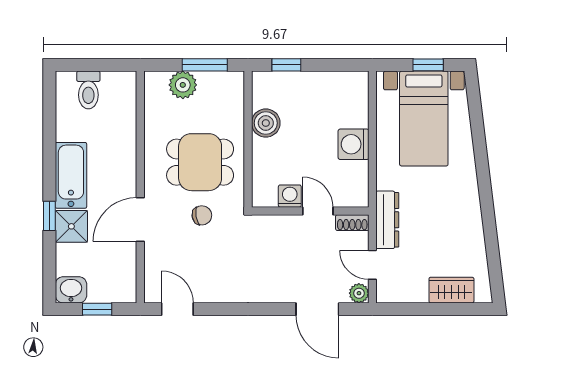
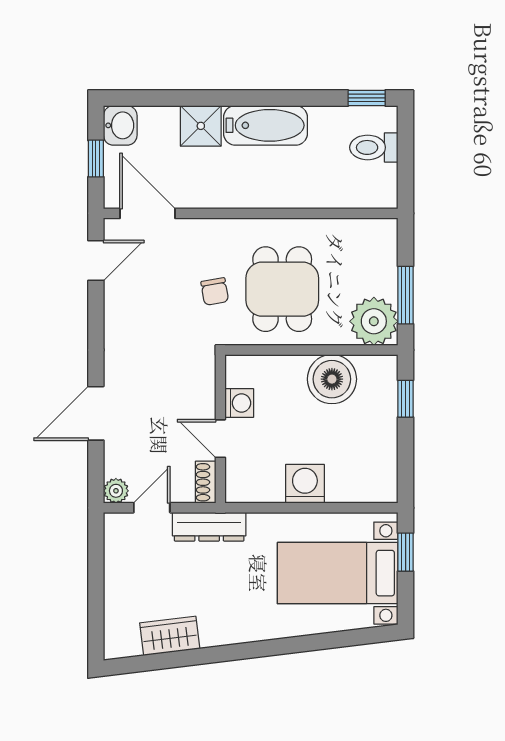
window: (428, 65) -> (406, 552), moved
plant: (183, 85) -> (374, 321), moved, width x1.36, depth x1.36
boiler: (266, 123) -> (332, 379), width x1.37, depth x1.37
door: (318, 211) -> (220, 439), swing flipped
window: (49, 216) -> (367, 98), moved
door: (140, 220) -> (147, 213), moved
wardrobe: (451, 290) -> (170, 636), moved, turned -97
door: (317, 309) -> (96, 413), moved

